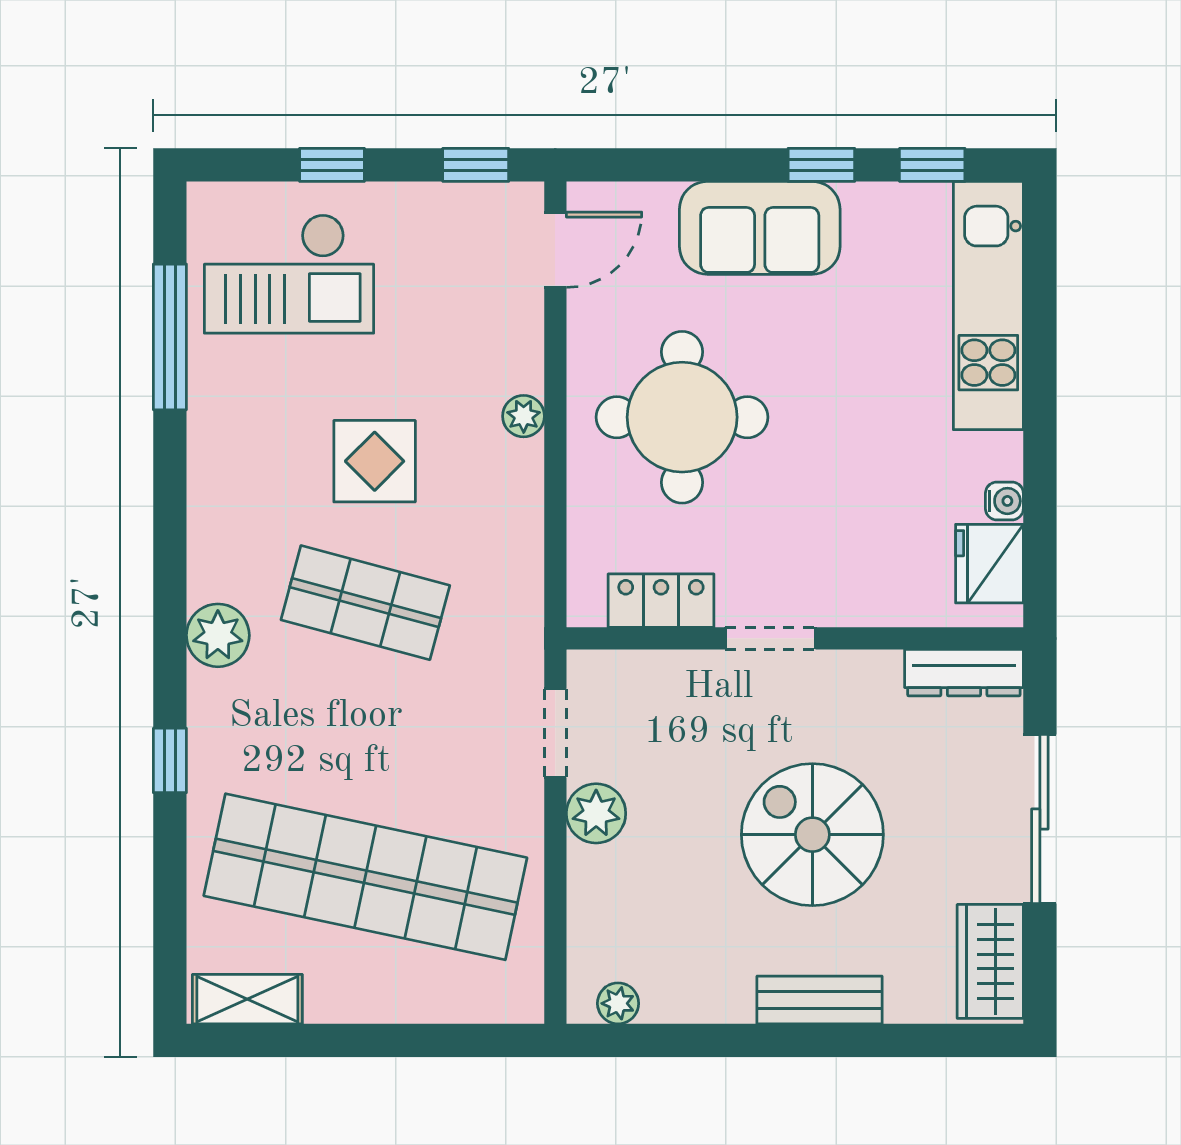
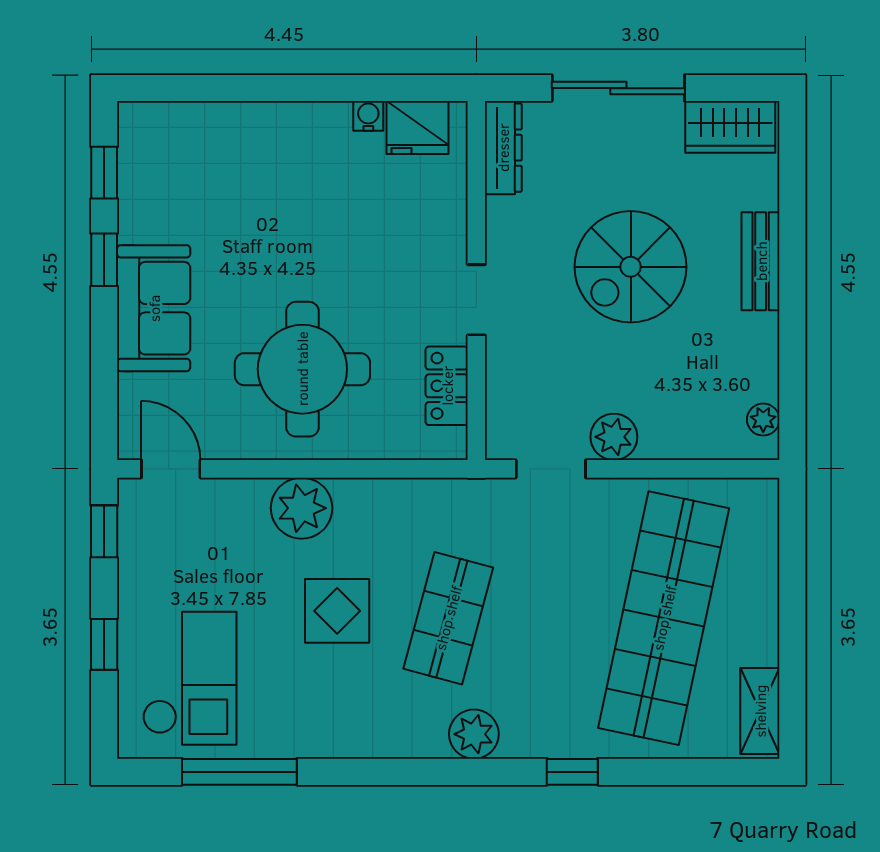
kitchen unit: (988, 306) -> (215, 128), removed
plant: (524, 416) -> (302, 508), width x1.87, depth x1.87

